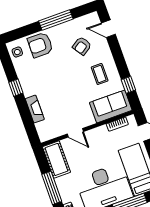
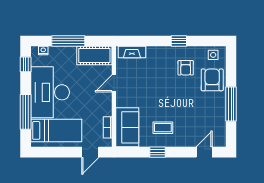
armchair: (82, 46) -> (186, 68), moved, turned -146
window: (128, 85) -> (157, 152), moved
fireplace: (35, 109) -> (132, 52), moved

